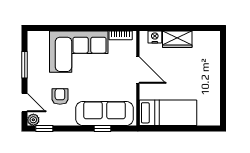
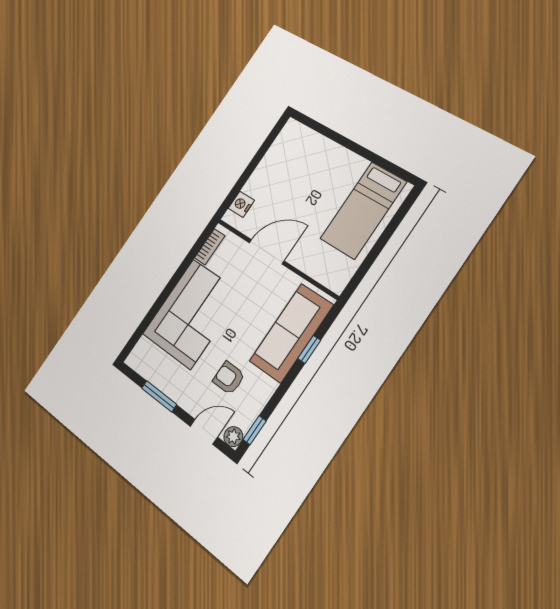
wardrobe: (177, 39) -> (263, 177), removed
bed: (168, 113) -> (363, 210), moved, turned 180

